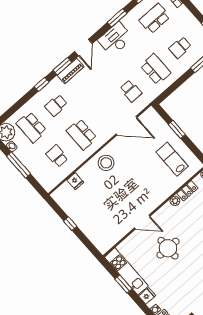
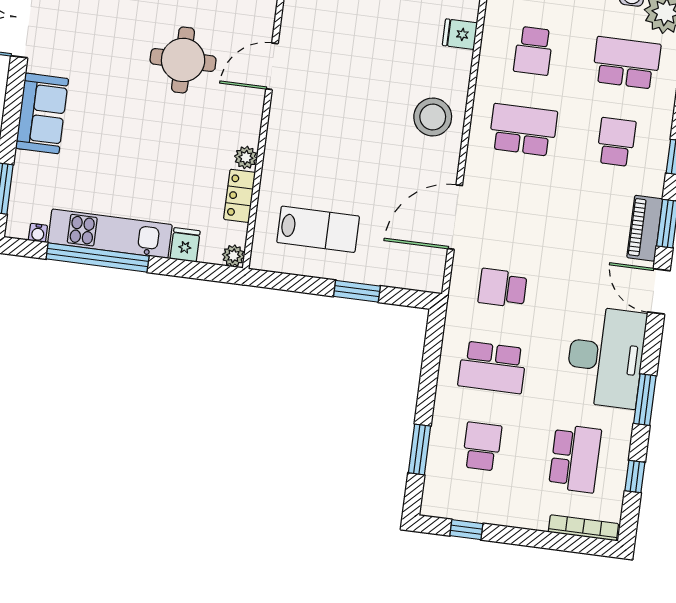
desk: (115, 39) -> (606, 357), width x1.36, depth x1.30
school desk: (57, 156) -> (533, 51), turned 90

